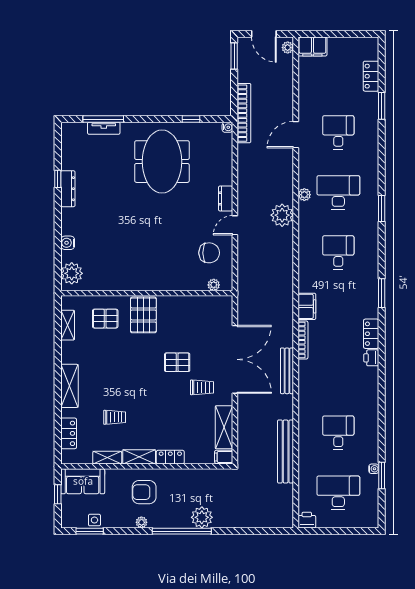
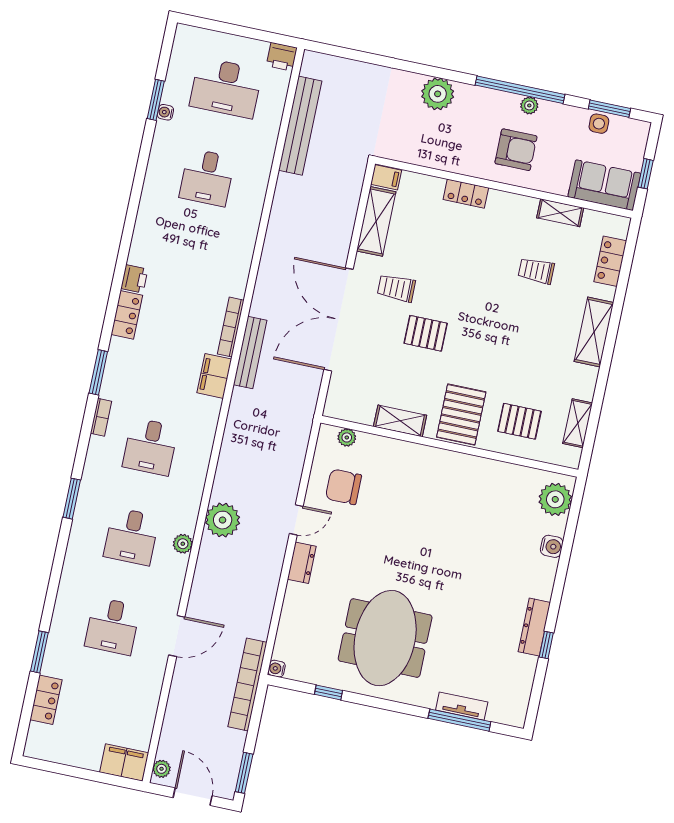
desk: (338, 192) -> (131, 536), width x0.73
bookcase: (374, 265) -> (101, 417), added
bench: (287, 371) -> (250, 353), moved
bench: (286, 451) -> (300, 126), moved
shelving: (139, 457) -> (400, 421), moved
window: (182, 531) -> (520, 90), moved

